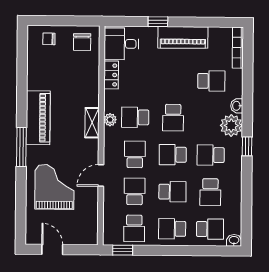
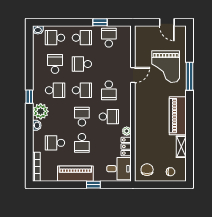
plant: (110, 120) -> (127, 131), moved
shelving: (92, 123) -> (181, 147), moved
window: (21, 147) -> (189, 76), moved
school desk: (135, 191) -> (82, 143), moved
window: (123, 250) -> (100, 22), moved

